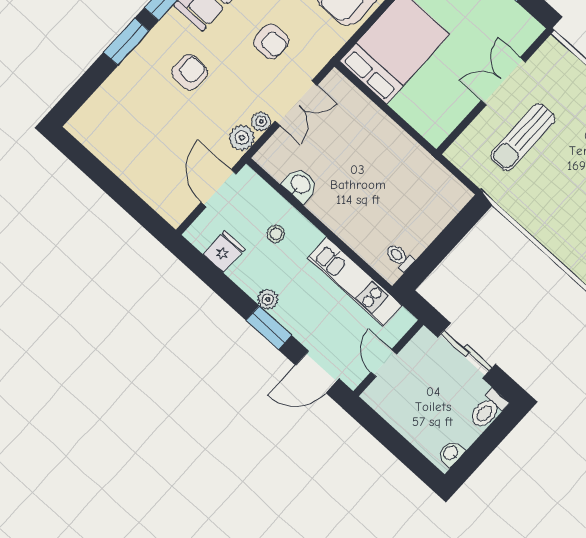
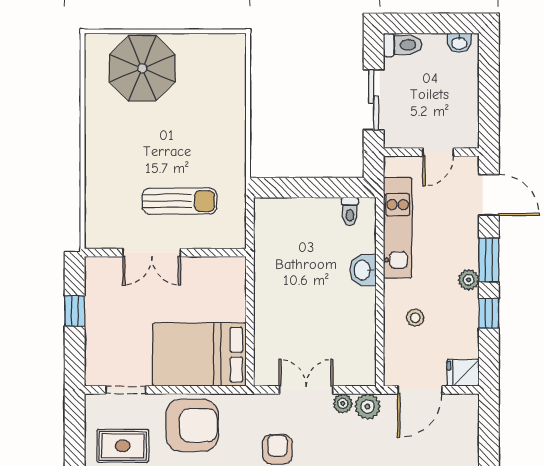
washbasin: (300, 185) -> (363, 270), moved
fridge: (224, 252) -> (463, 373), moved
window: (229, 292) -> (489, 313), added

